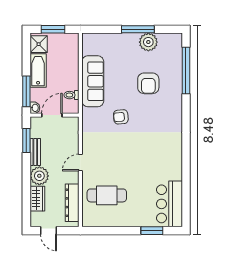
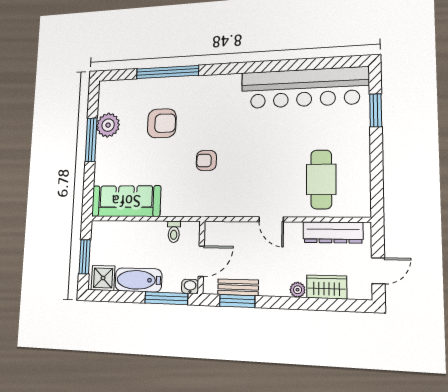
window: (186, 71) -> (167, 72), moved
sofa: (93, 81) -> (126, 201), moved
door: (52, 115) -> (201, 261), swing flipped
armchair: (121, 117) -> (206, 160), turned 95
bench: (35, 152) -> (238, 287), moved
plant: (39, 176) -> (298, 290), width x0.53, depth x0.53
bar counter: (169, 204) -> (304, 88), width x1.86

